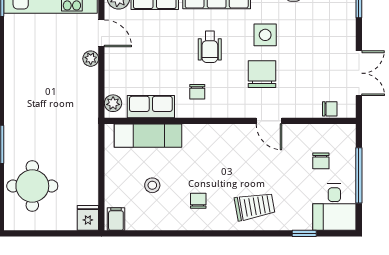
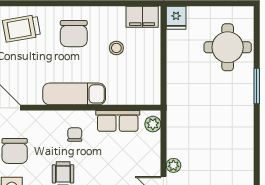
exam couch: (148, 136) -> (74, 94), moved
chair: (198, 201) -> (74, 34), width x1.87, depth x1.87
filing cabinet: (116, 219) -> (142, 17), width x2.00

